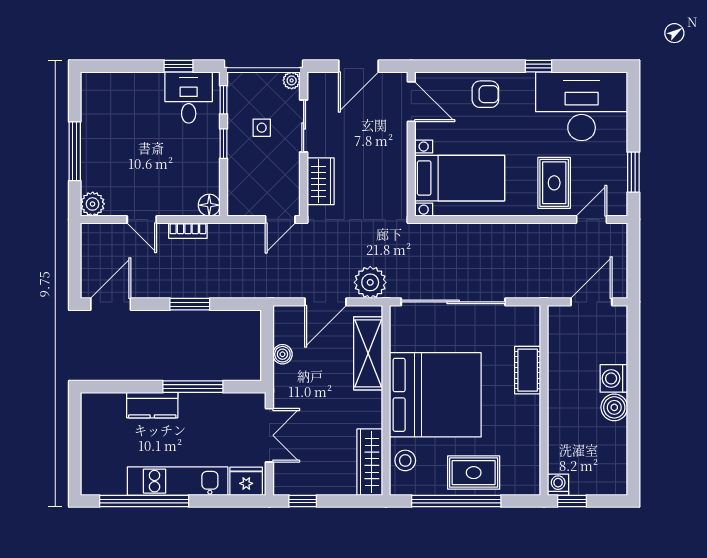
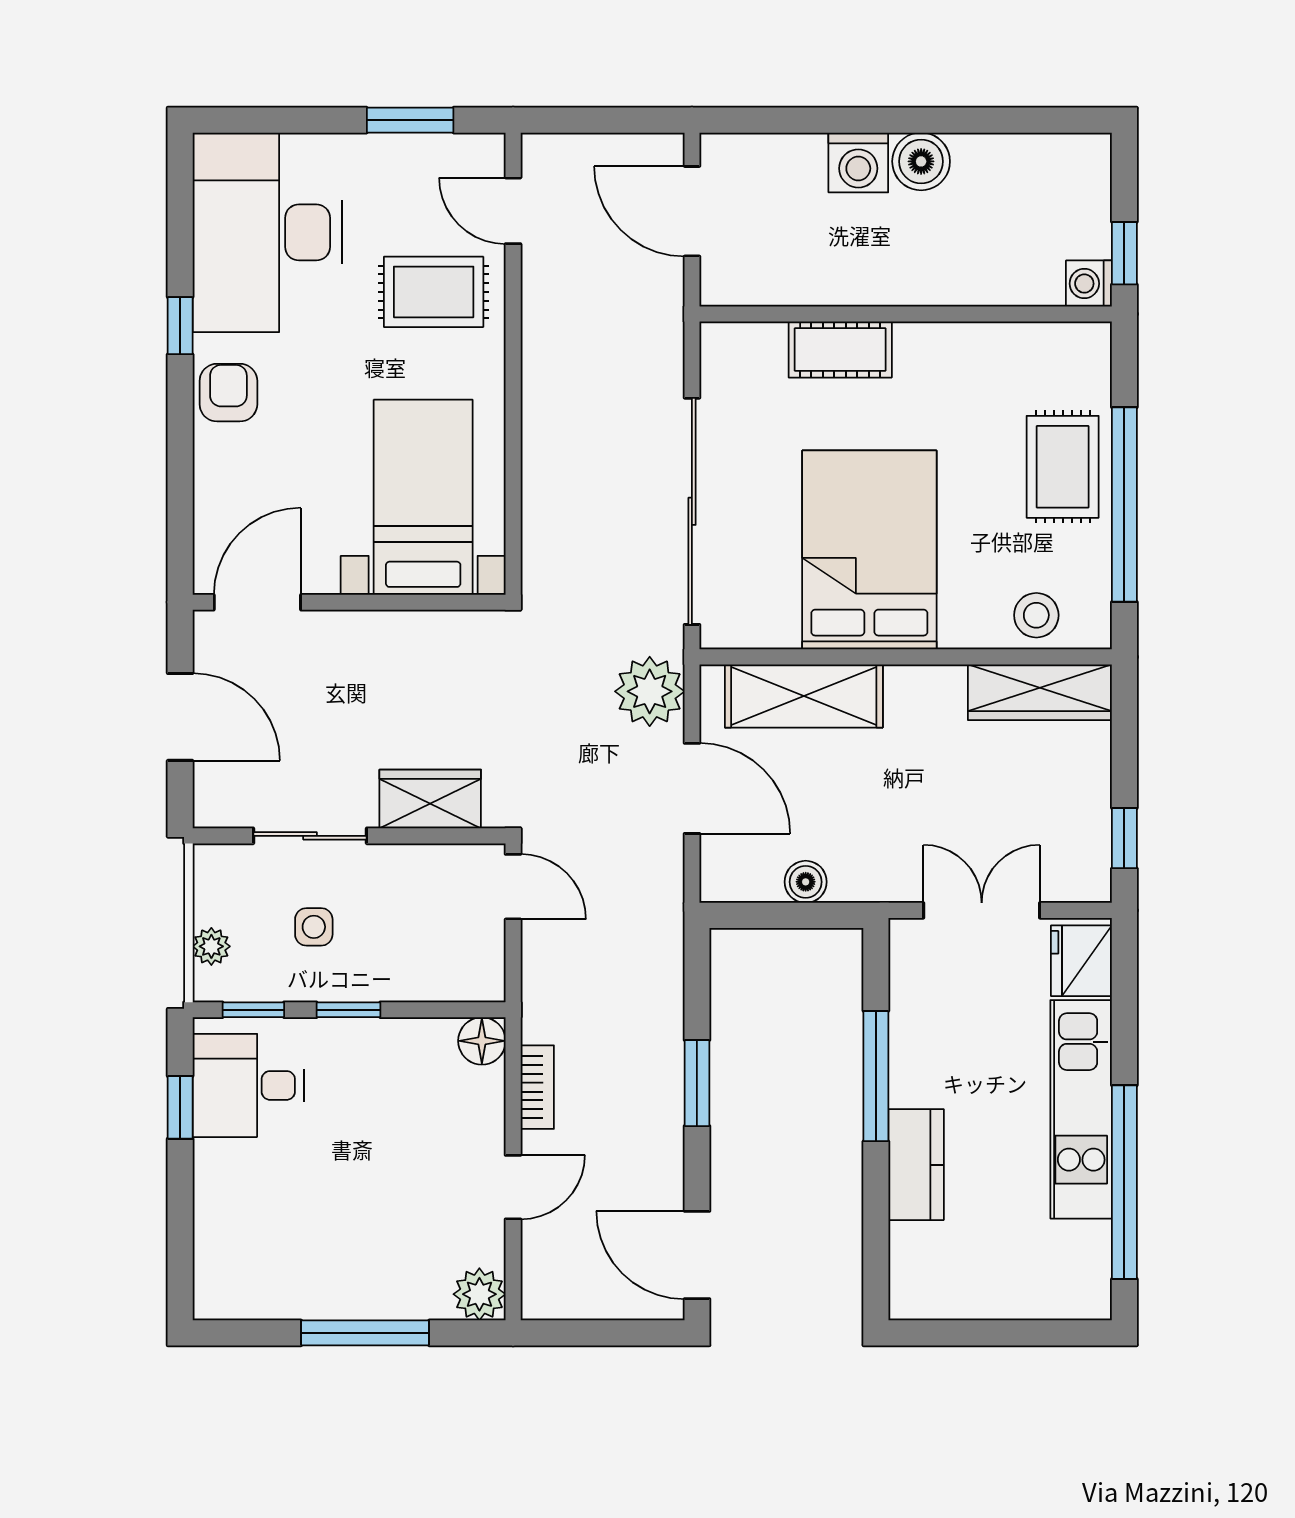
plant: (292, 80) -> (211, 946), moved
armchair: (485, 94) -> (228, 393), moved
bed: (435, 395) -> (869, 550), width x0.73

